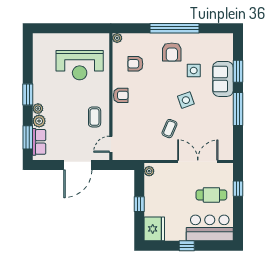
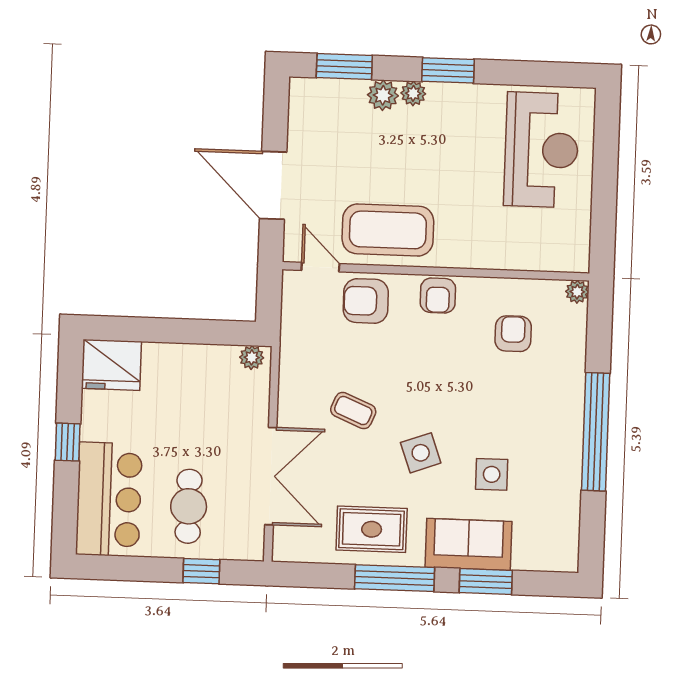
armchair: (172, 52) -> (366, 301), moved
reception desk: (80, 65) -> (541, 150), moved, turned 180
coffee table: (95, 117) -> (388, 230), width x1.86, depth x1.72
rug: (218, 119) -> (372, 529), added
row of seats: (39, 142) -> (332, 94), removed
window: (139, 204) -> (173, 331), removed

